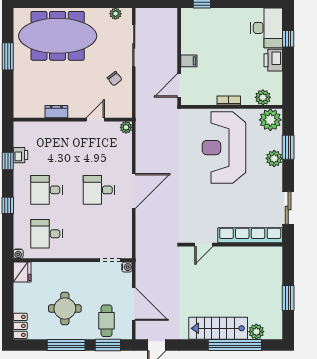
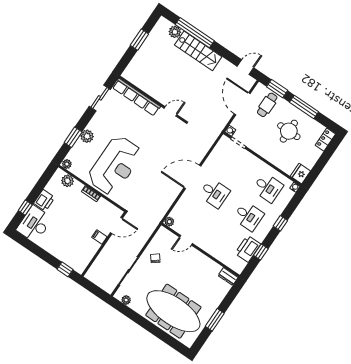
dresser: (56, 112) -> (228, 276), moved
plant: (270, 120) -> (67, 164), width x0.53, depth x0.53
printer: (20, 155) -> (248, 249), width x1.87, depth x1.48

